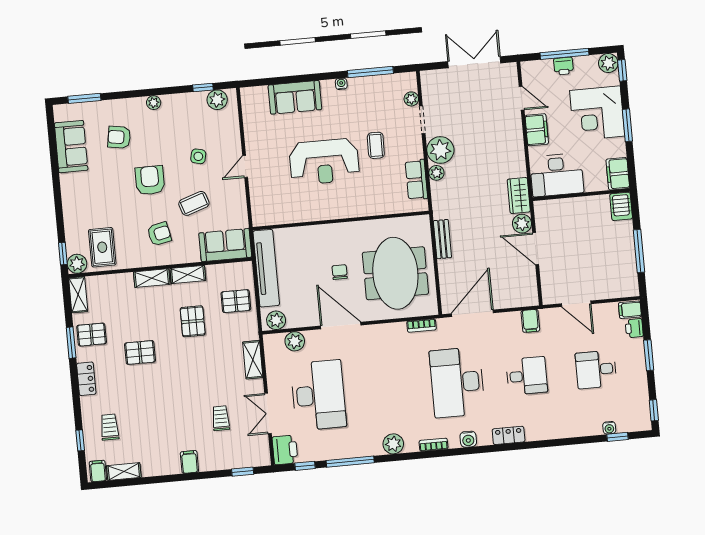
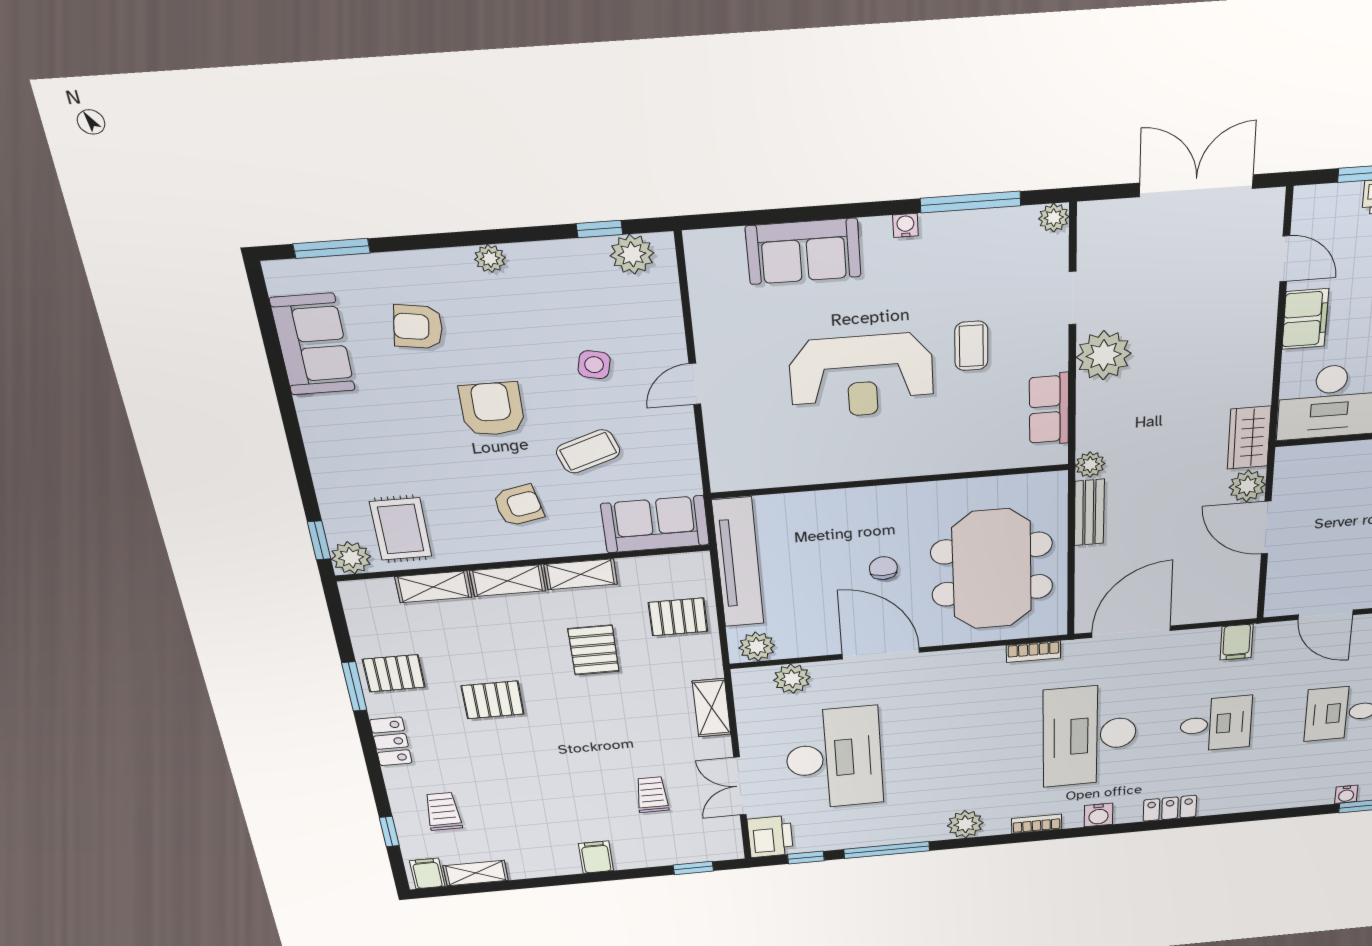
plant: (411, 99) -> (1054, 218), moved
plant: (436, 173) -> (1090, 465), moved
shelving: (78, 295) -> (433, 587), moved, turned 90

